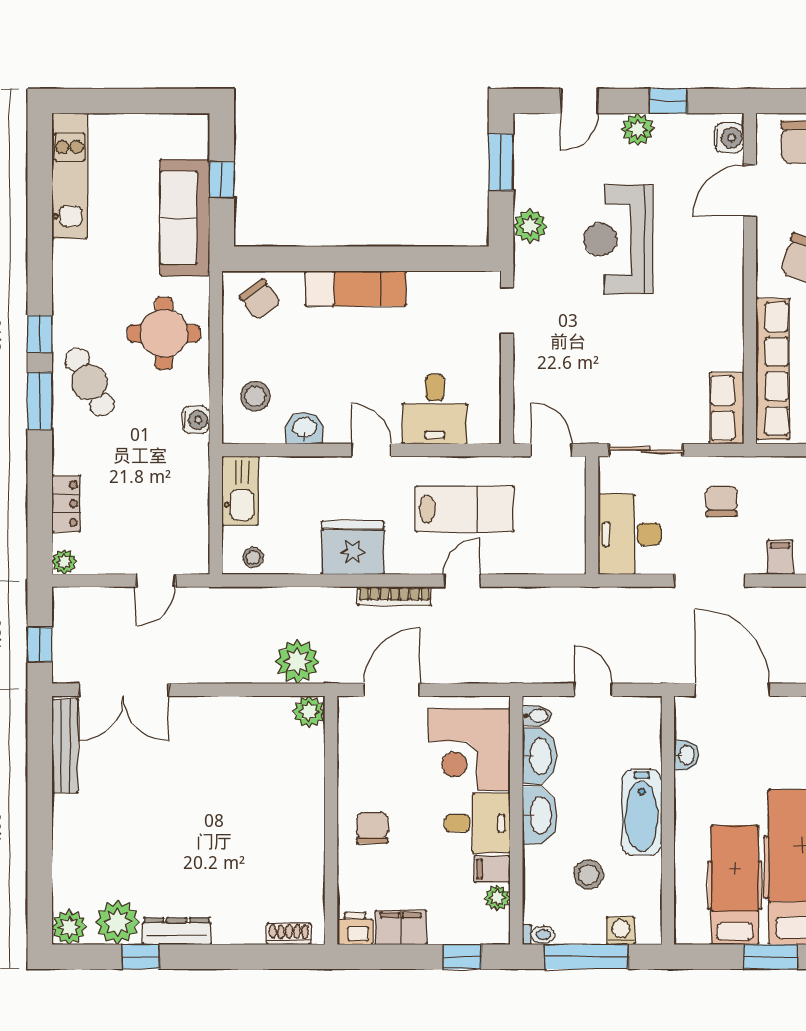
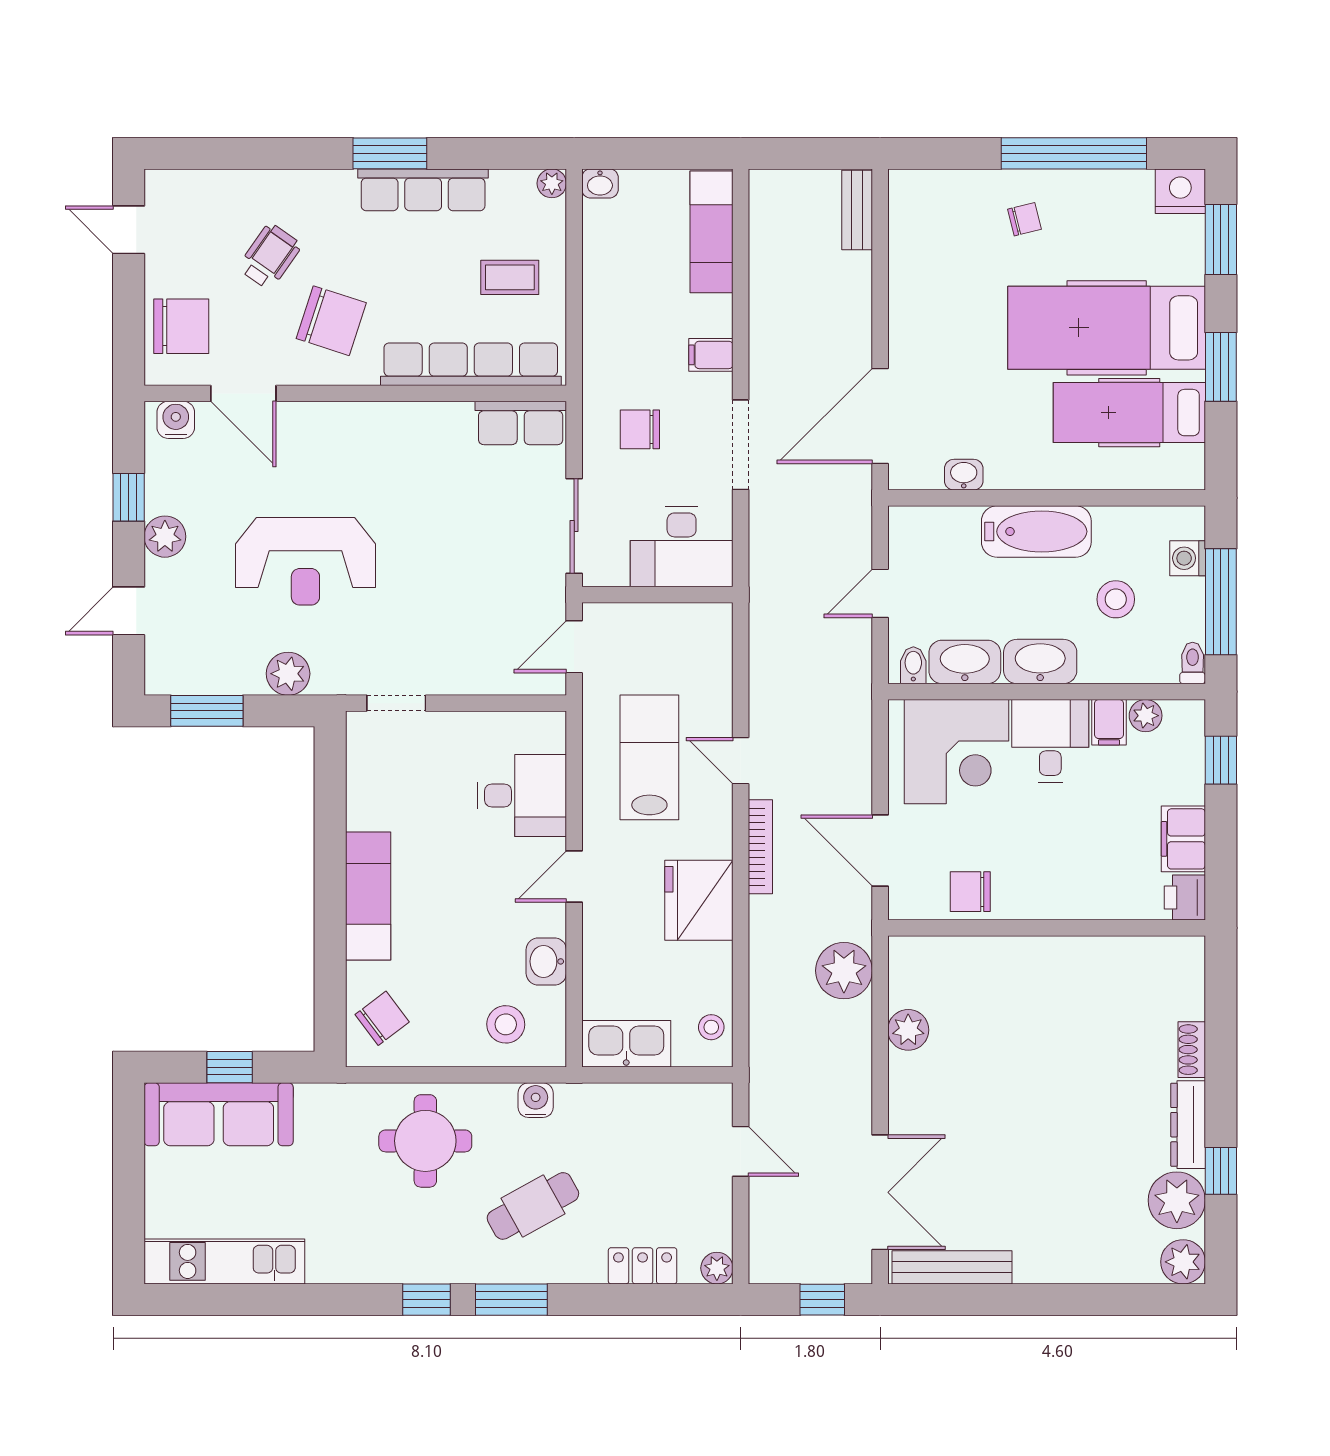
door: (579, 101) -> (129, 611), swing flipped
sofa: (185, 218) -> (219, 1114), moved
cafe table: (89, 382) -> (533, 1206), moved
plant: (309, 712) -> (908, 1030), moved
chair: (372, 828) -> (970, 892), moved
shoe rack: (289, 934) -> (1192, 1050), moved

